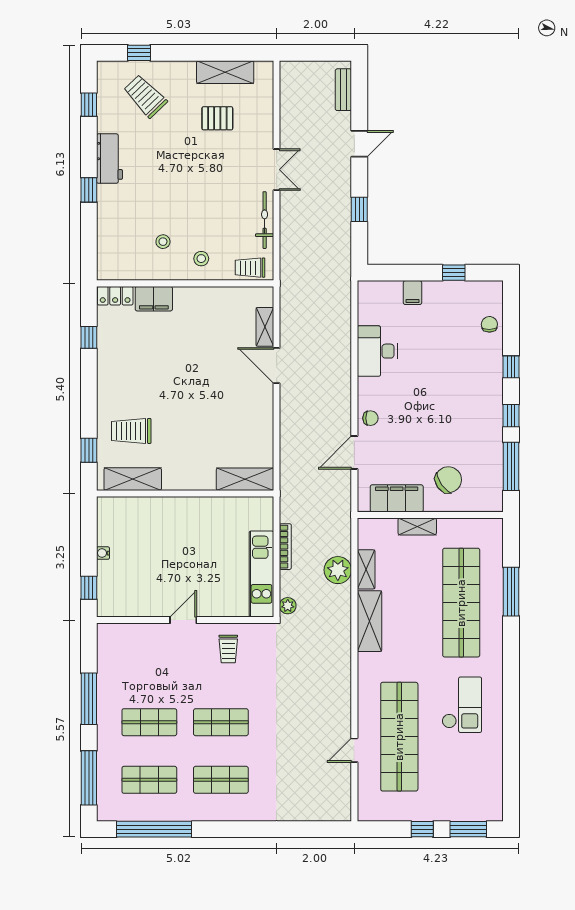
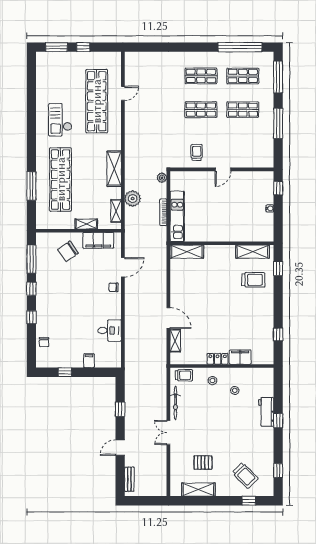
workbench: (109, 159) -> (266, 412), moved
locker: (115, 296) -> (218, 359), moved
desk: (377, 351) -> (110, 330), width x0.73
shelving: (366, 569) -> (116, 211), moved
kitchen unit: (261, 574) -> (177, 216), moved

